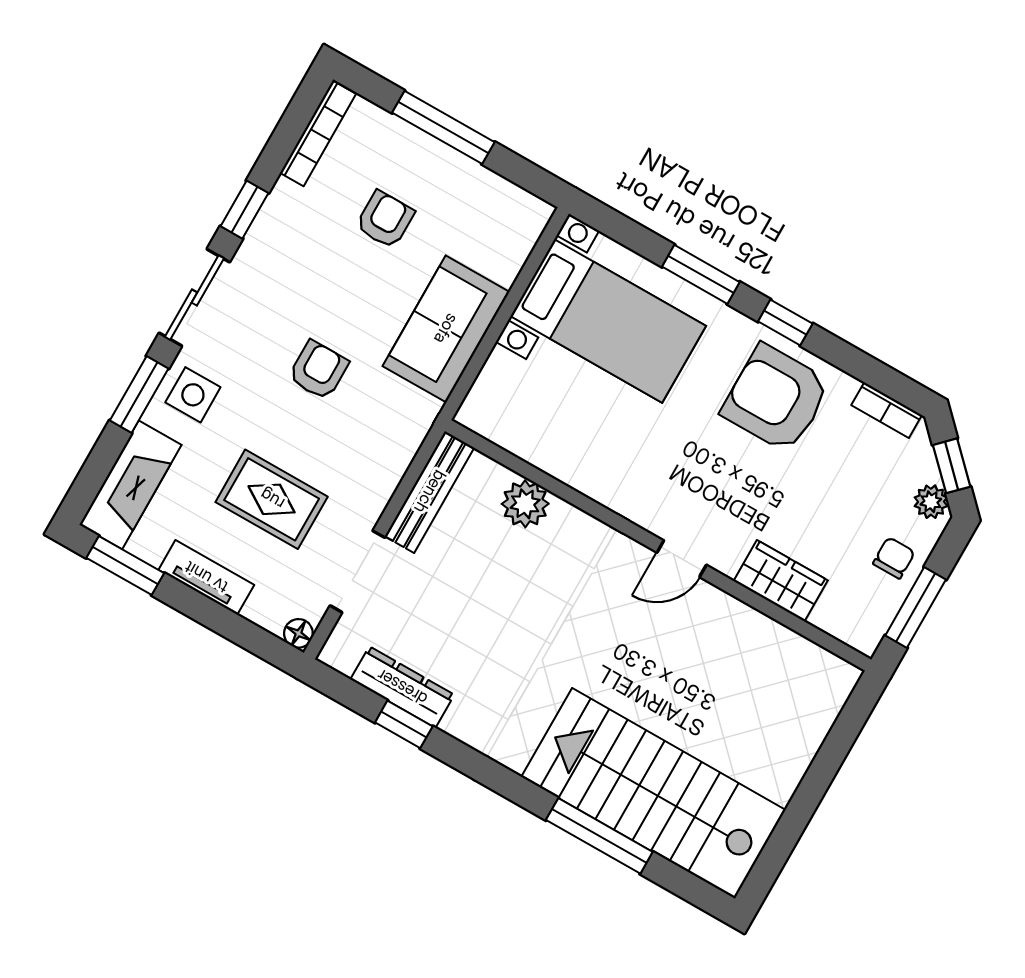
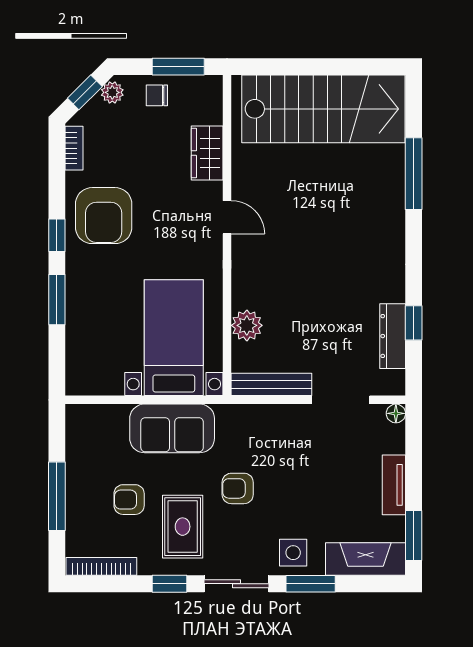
bed with nightstands: (608, 321) -> (174, 338), moved
rug: (272, 499) -> (183, 527), moved
stairs: (653, 793) -> (323, 109), moved, turned -90

